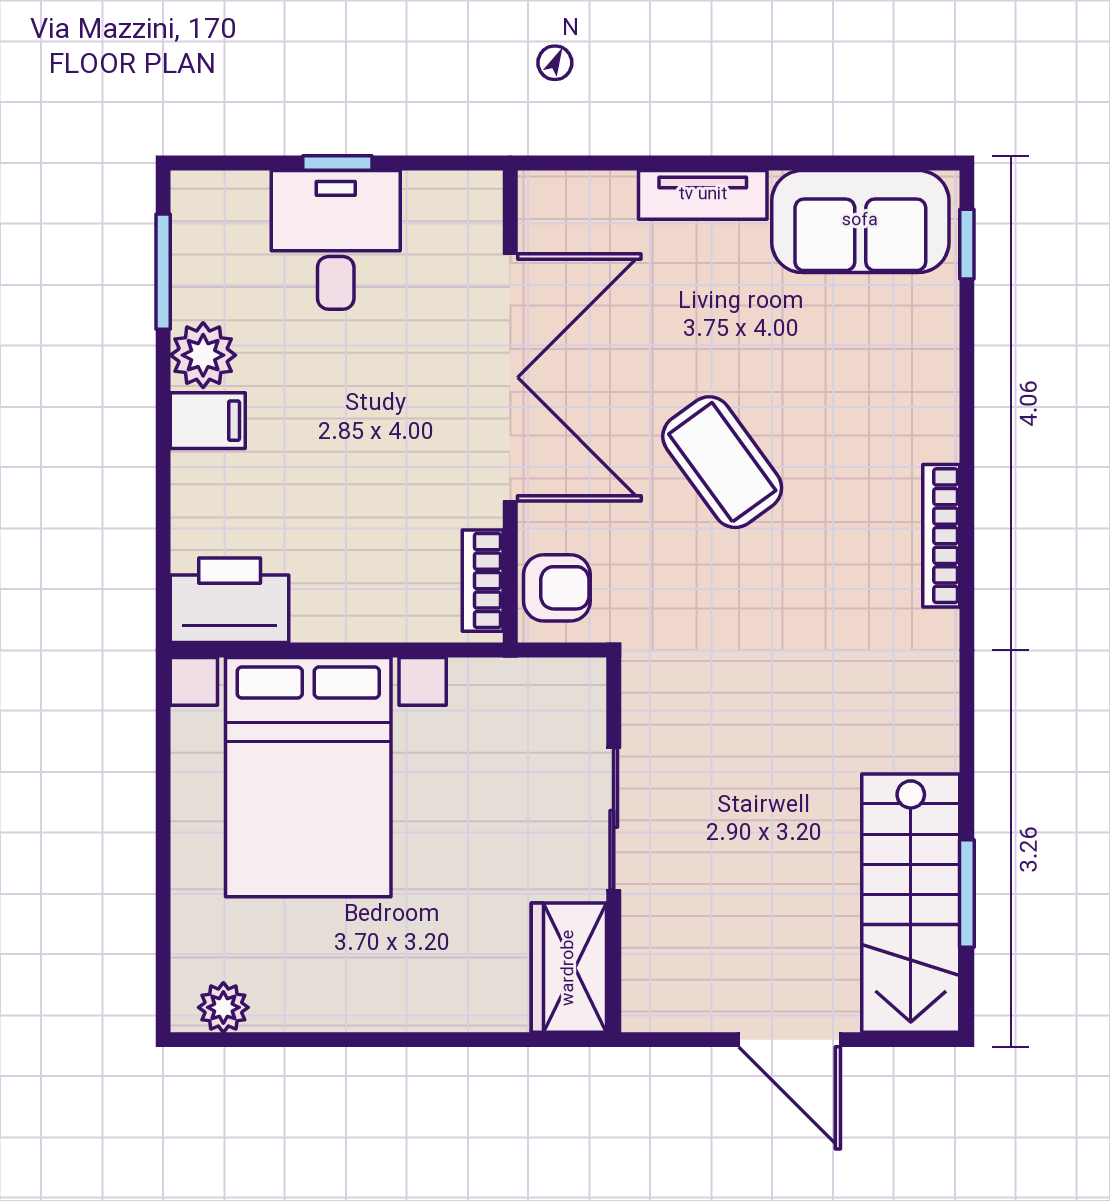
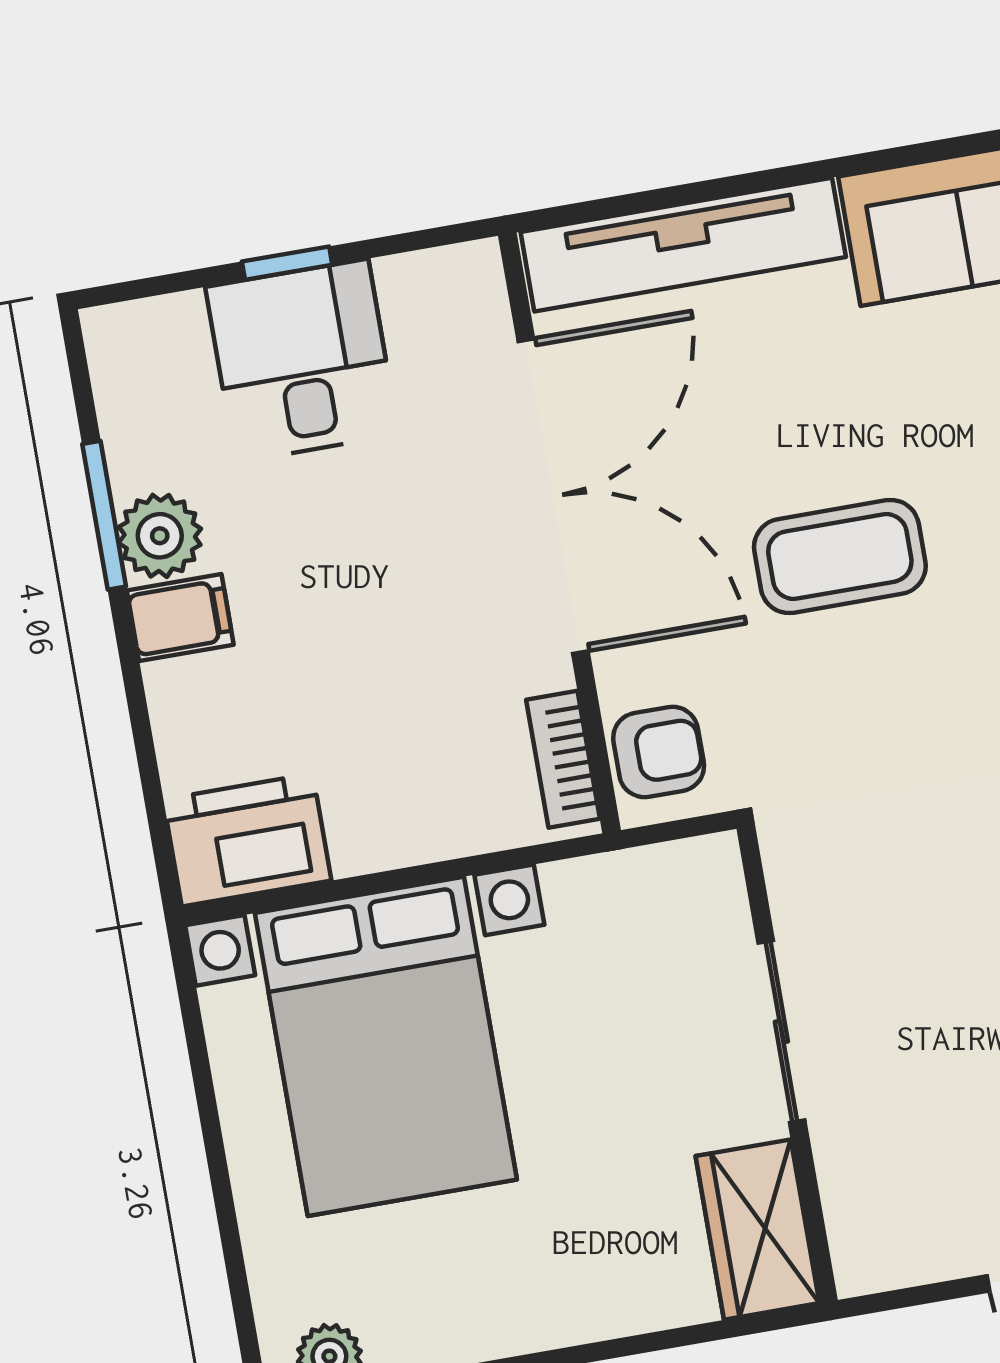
tv unit: (703, 195) -> (683, 245), width x1.92, depth x1.29
window: (163, 272) -> (104, 515), moved
coffee table: (722, 462) -> (840, 557), turned -54

